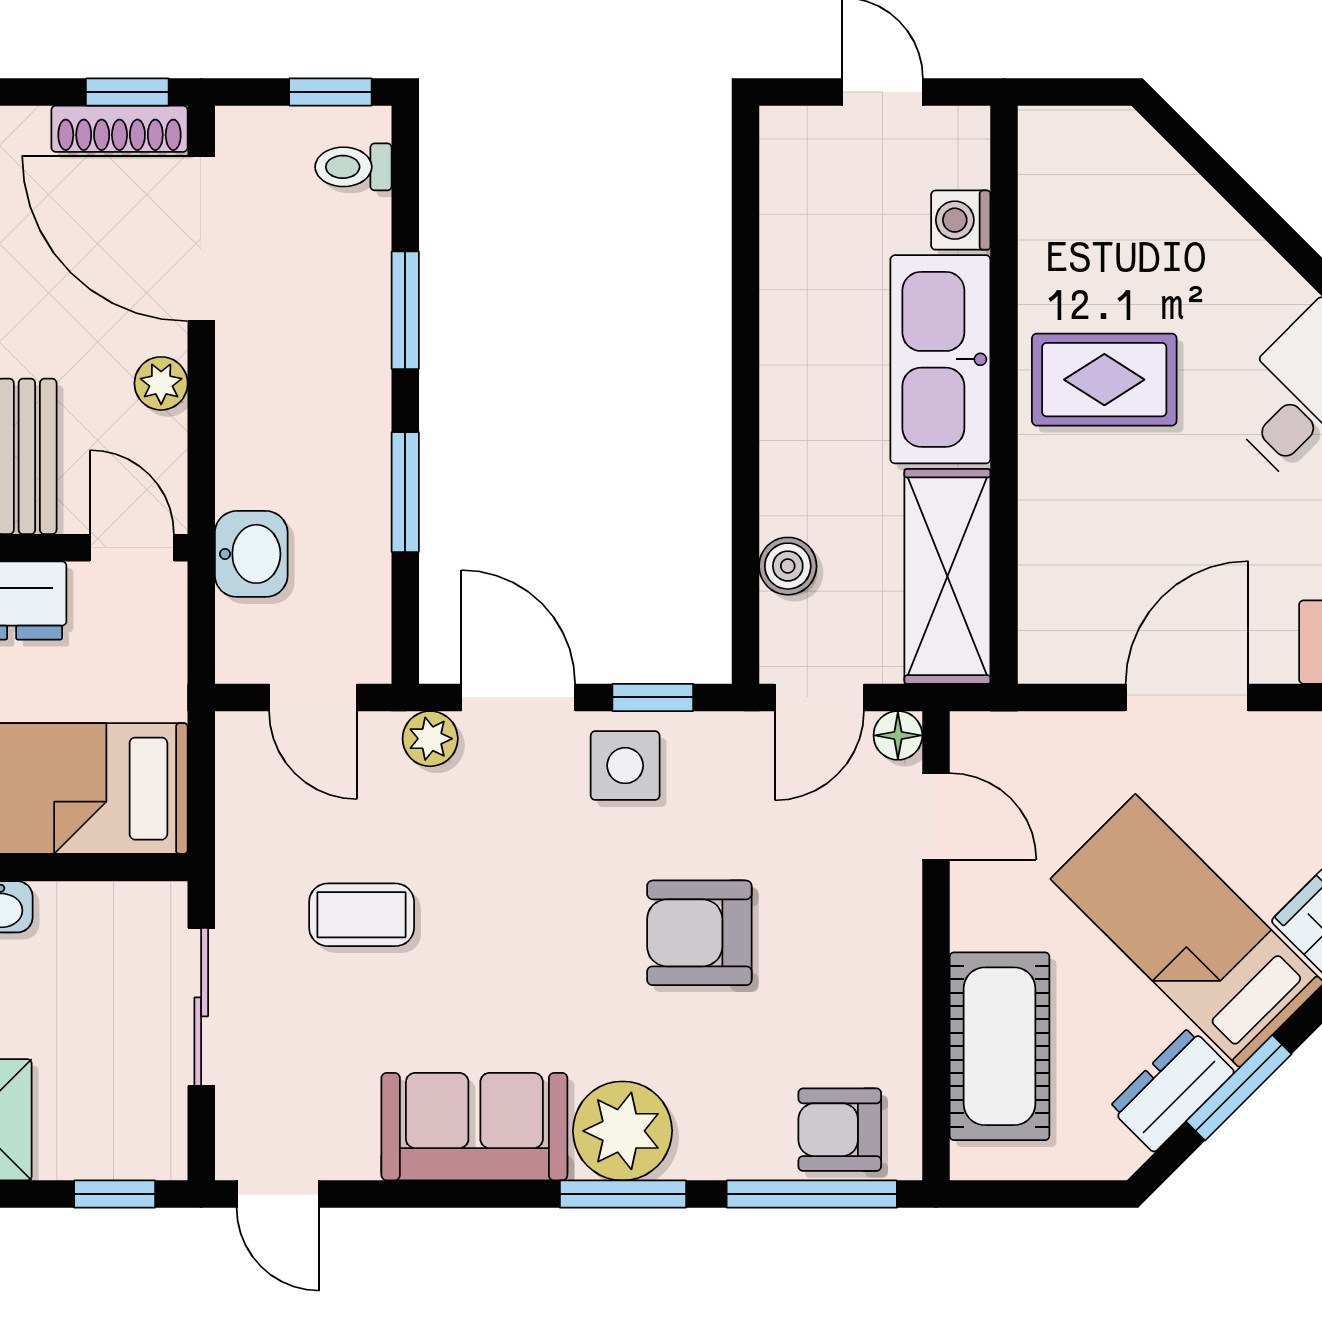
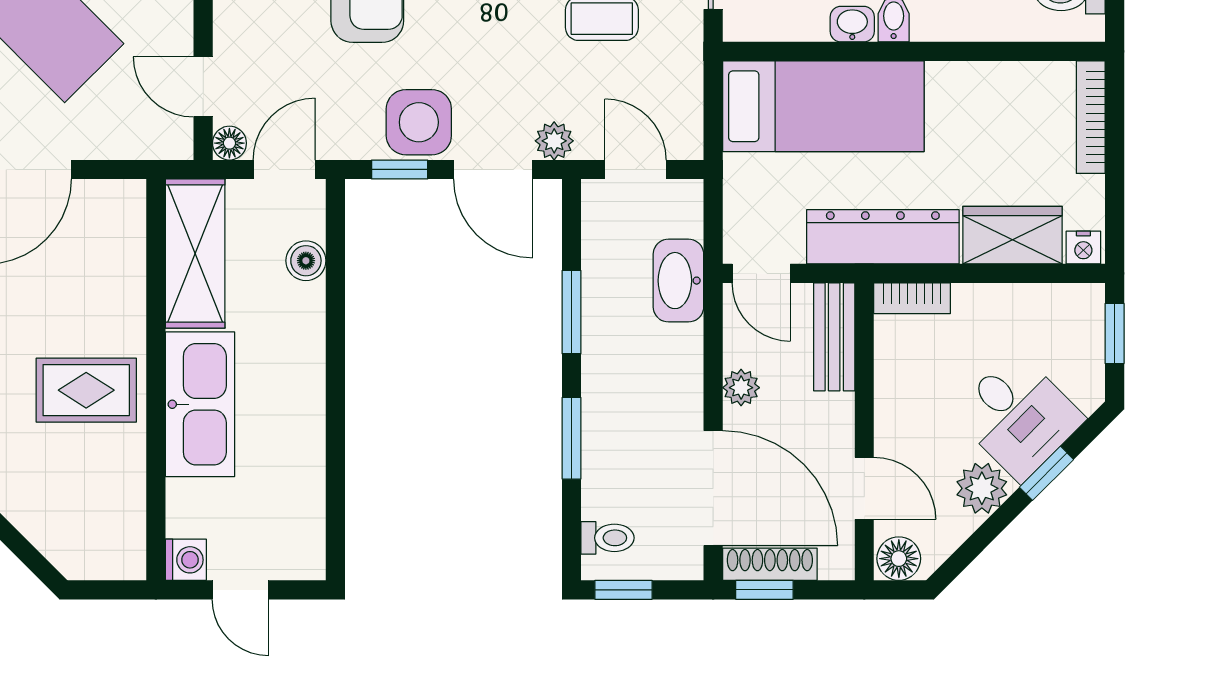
washing machine: (961, 220) -> (186, 560), moved
washbasin: (251, 554) -> (678, 281), width x1.38
side table: (625, 766) -> (419, 122), width x1.37, depth x1.37

